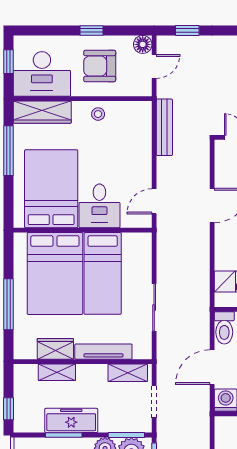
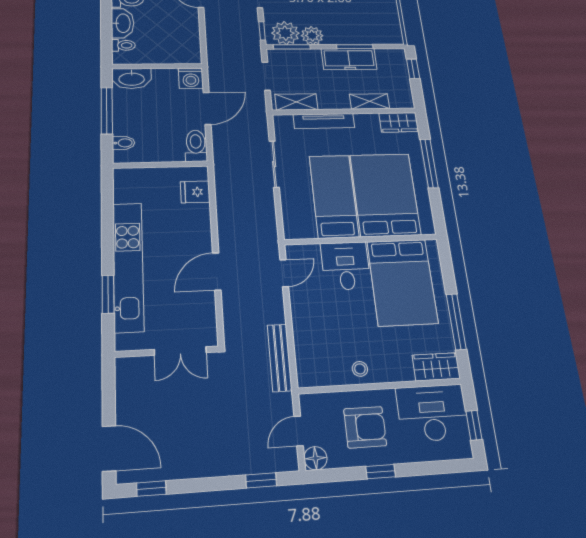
wardrobe: (42, 112) -> (436, 367), width x0.67
wardrobe: (55, 349) -> (399, 122), moved

